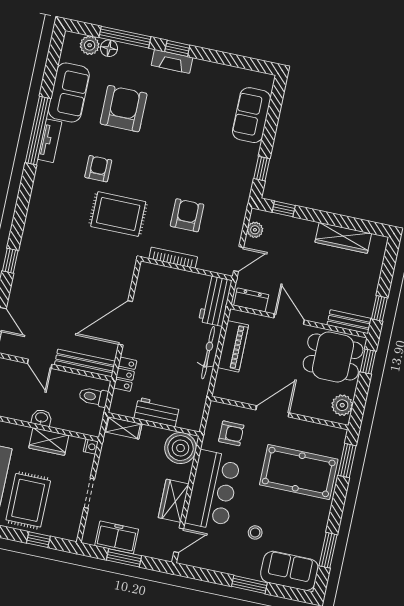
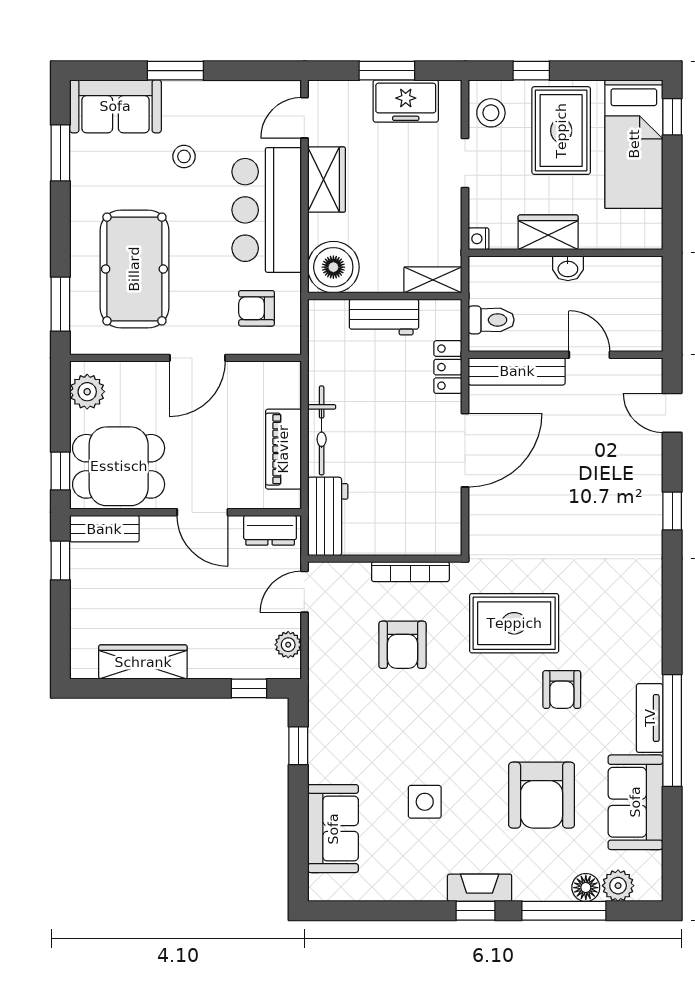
side table: (194, 119) -> (425, 802), added
pool table: (299, 472) -> (134, 269), turned 90
stool: (68, 520) -> (491, 113), added

